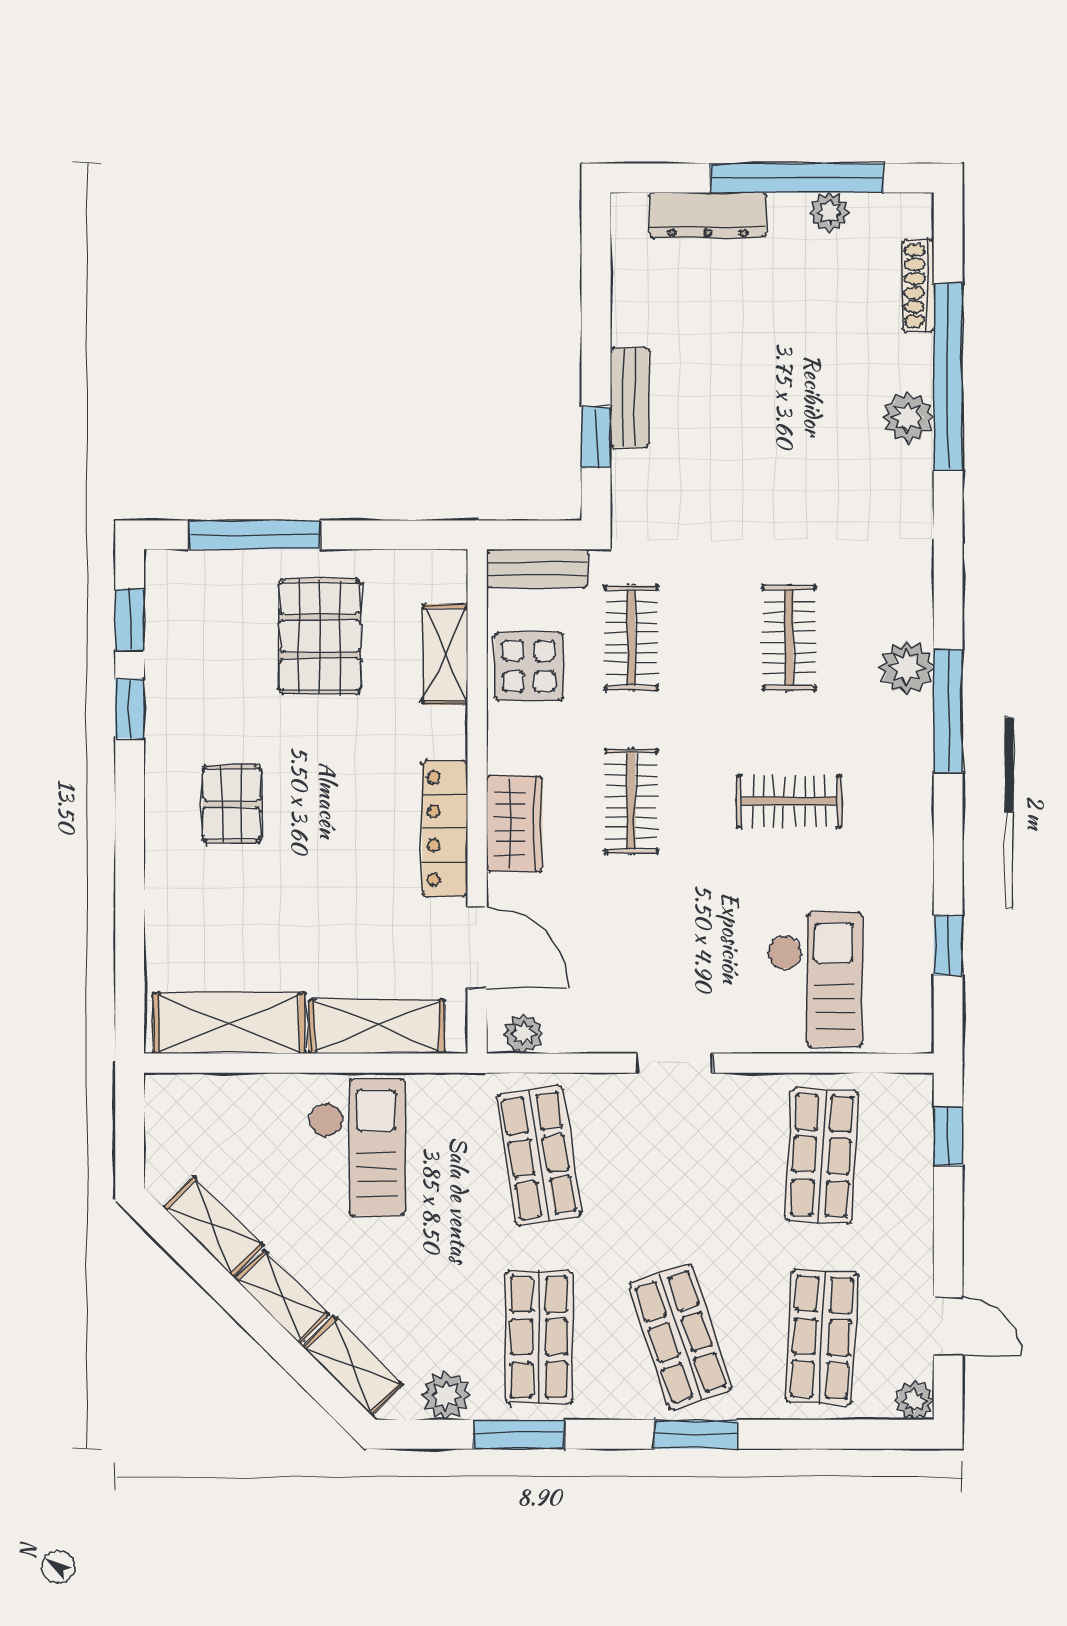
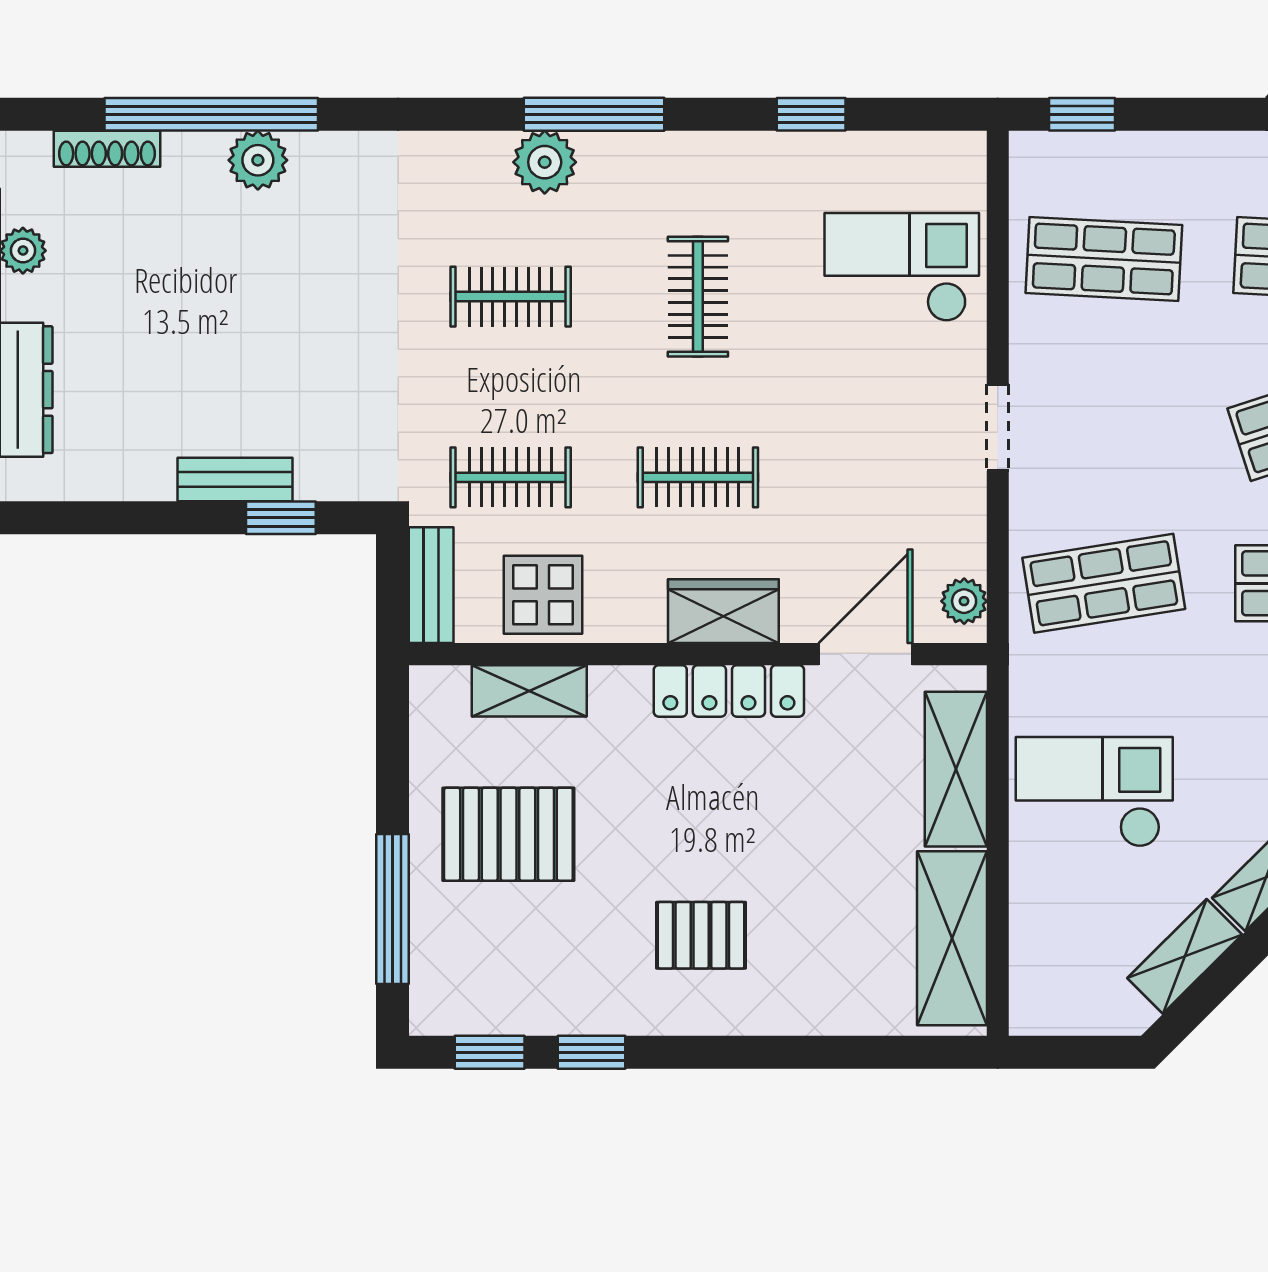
window: (948, 945) -> (811, 114), moved

